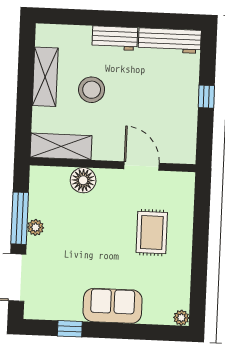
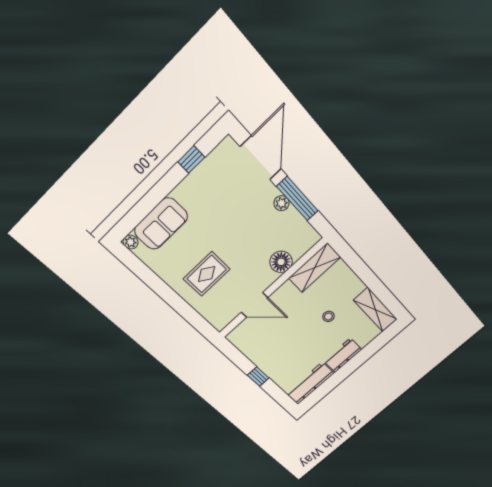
shelving: (45, 77) -> (375, 310), moved
stool: (92, 90) -> (328, 316), width x0.53, depth x0.53
rug: (152, 233) -> (207, 274), turned 90
sofa: (113, 306) -> (161, 224), moved

